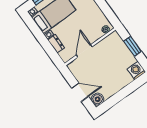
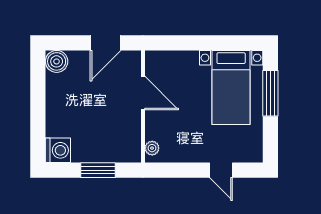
dresser: (56, 44) -> (183, 59), removed
door: (80, 92) -> (106, 43), moved

